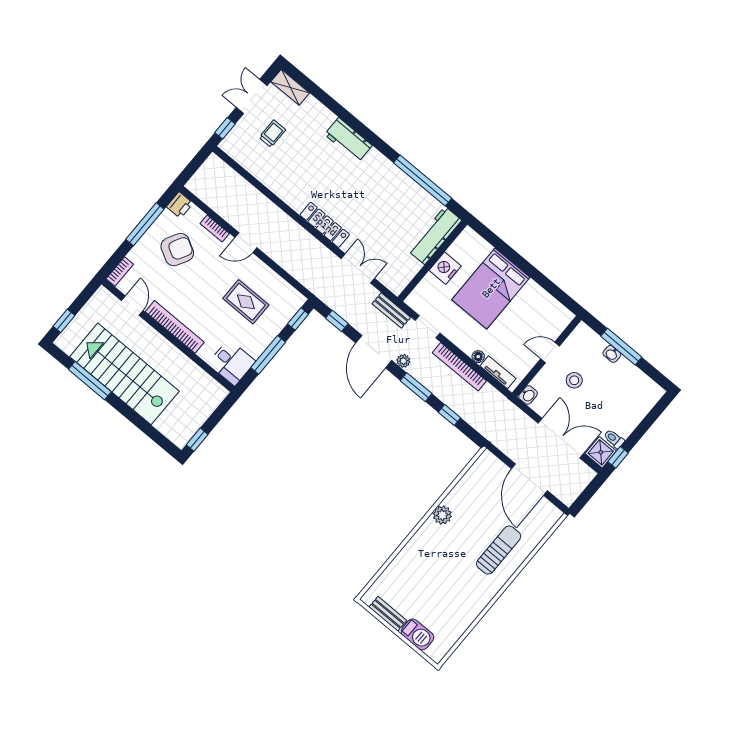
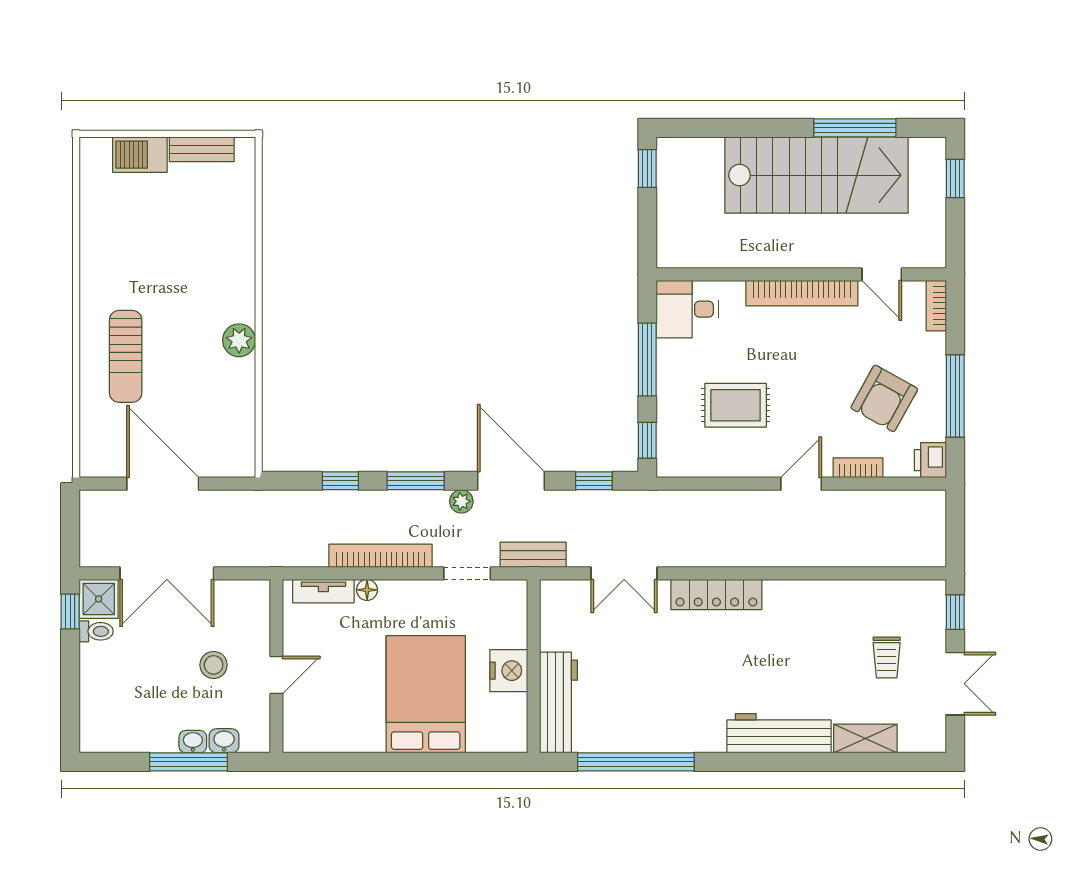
shelving: (290, 87) -> (865, 739), moved
workbench: (348, 140) -> (779, 733), width x1.38
washbasin: (528, 395) -> (224, 741), moved, turned 90

